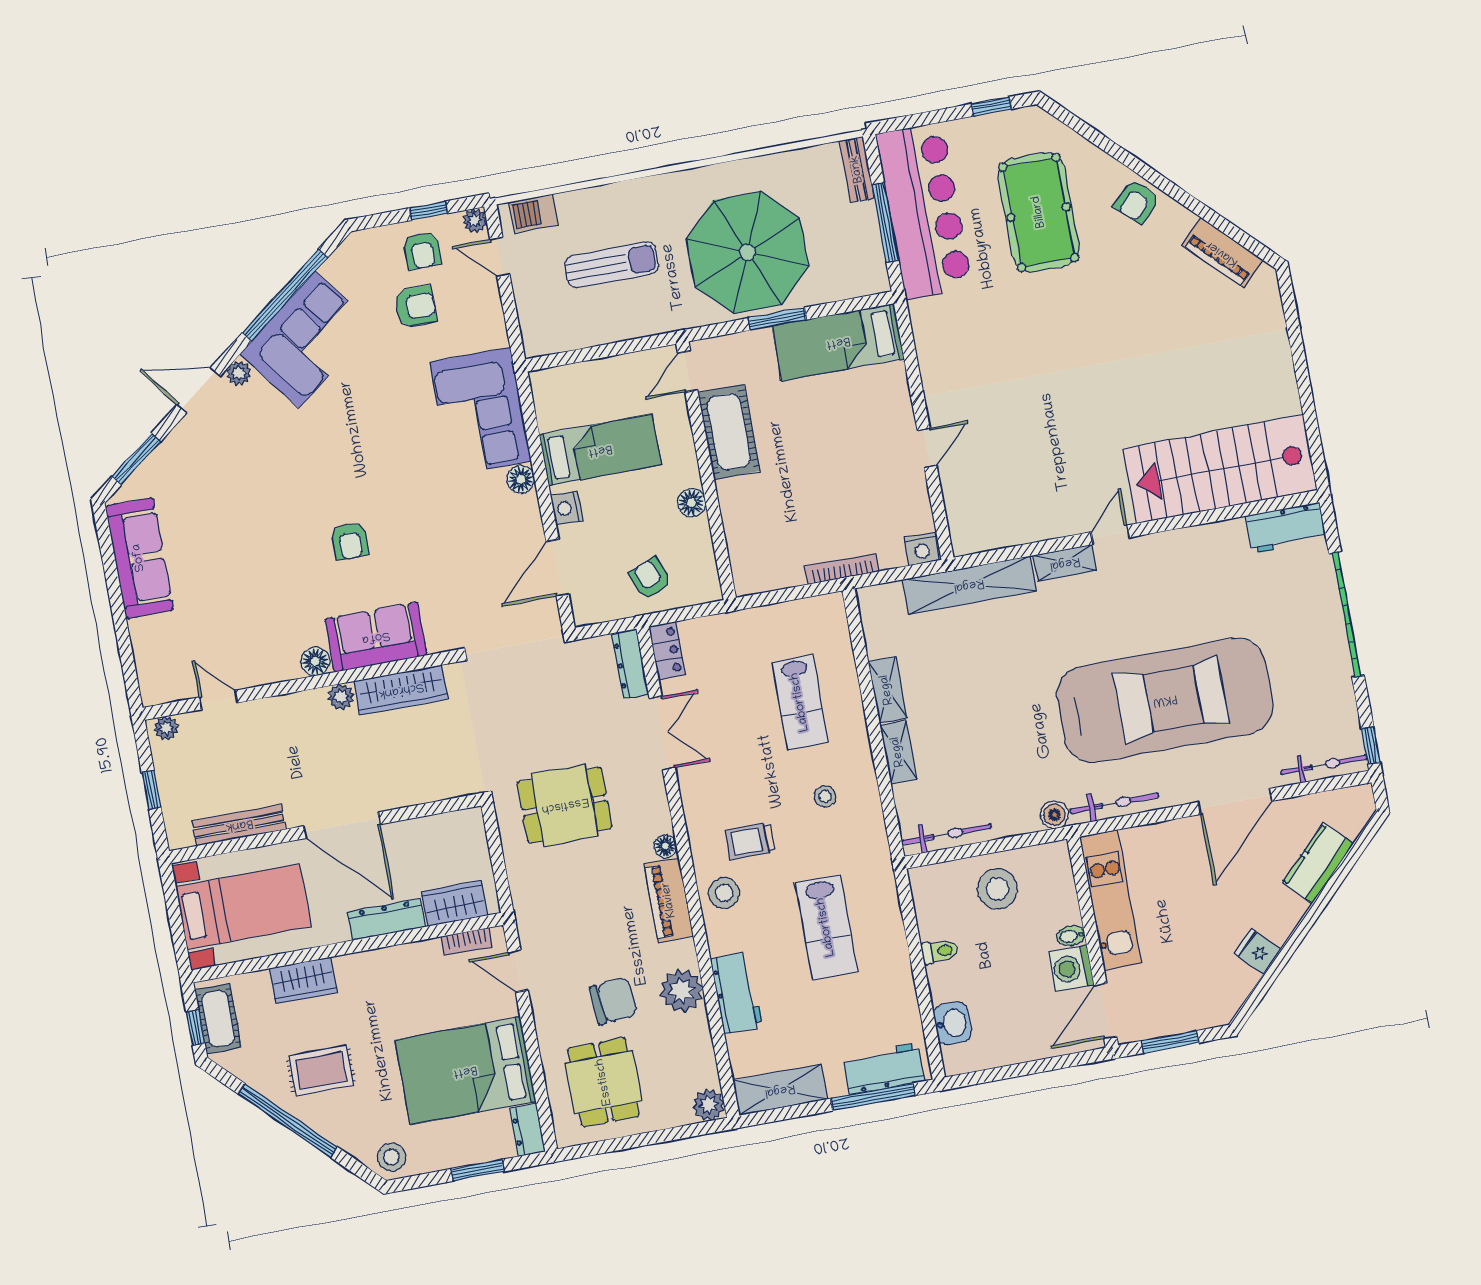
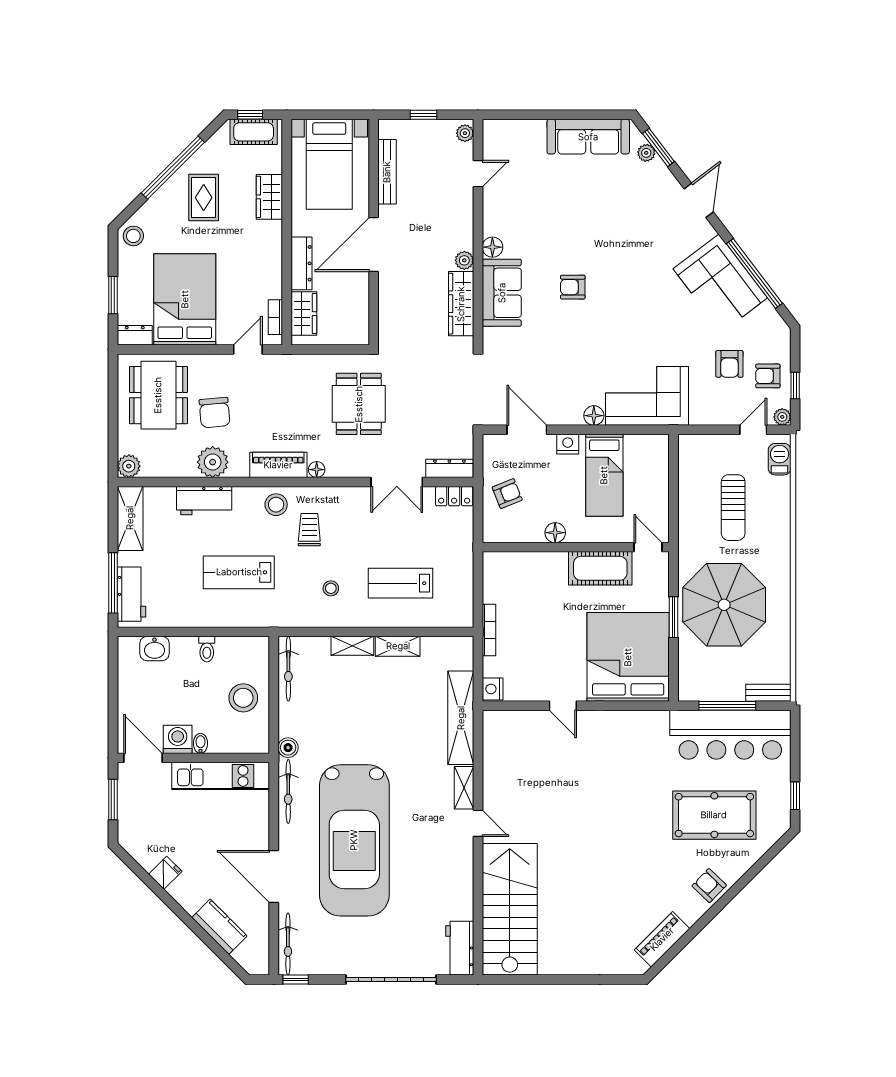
bed: (838, 342) -> (628, 657), width x2.04
plant: (239, 373) -> (646, 153), moved
dining table: (604, 1082) -> (158, 395), width x1.38

